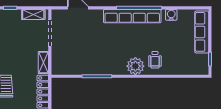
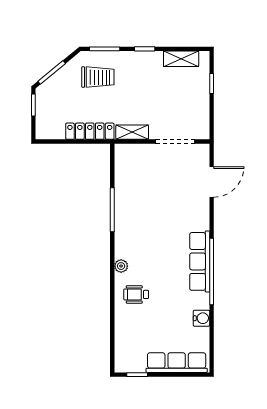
shelving: (33, 14) -> (202, 117), removed
row of seats: (132, 16) -> (200, 261), width x0.73
plant: (135, 66) -> (121, 266), width x0.53, depth x0.53

